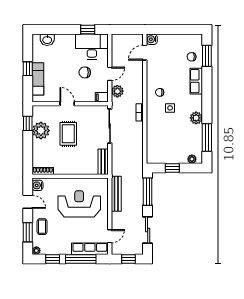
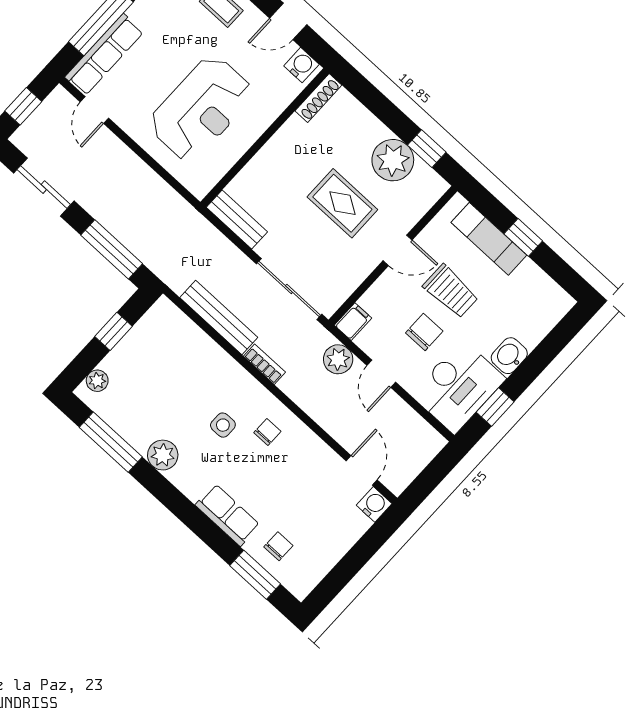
washbasin: (47, 40) -> (509, 356), moved
trolley: (65, 76) -> (451, 291), added
bench: (116, 194) -> (219, 317), moved

